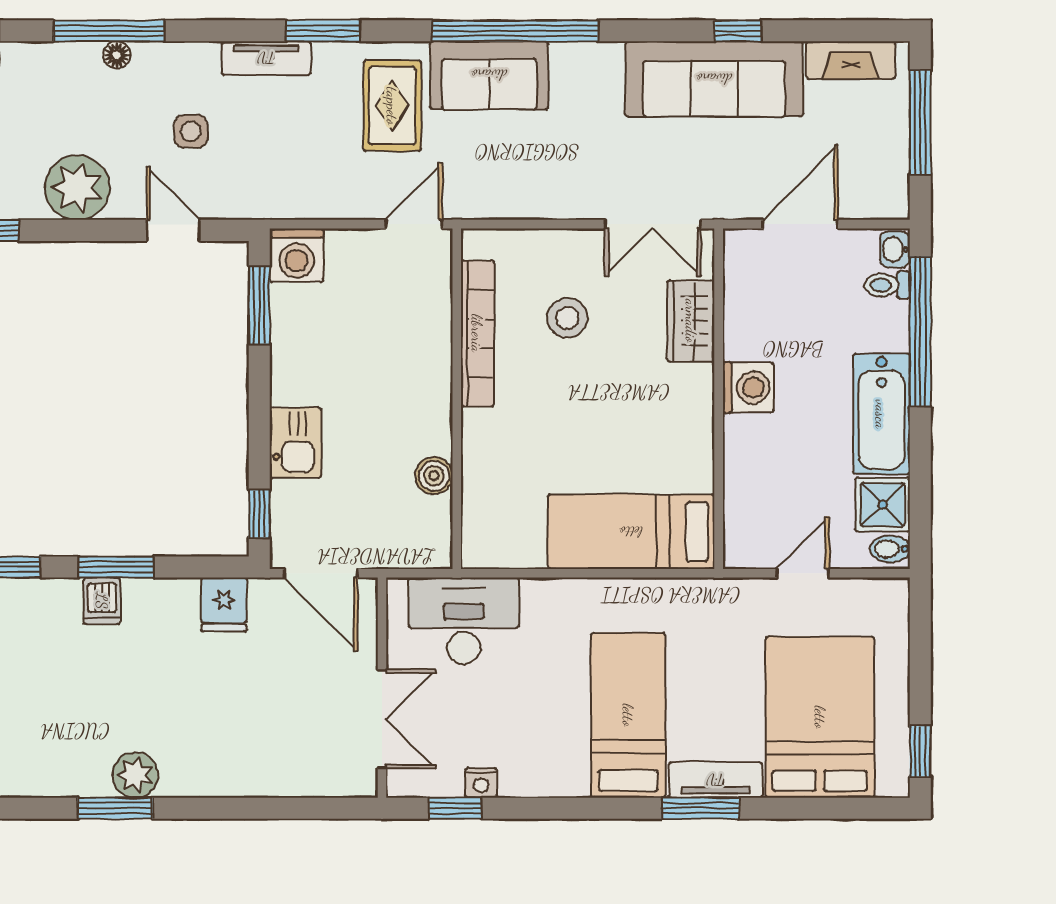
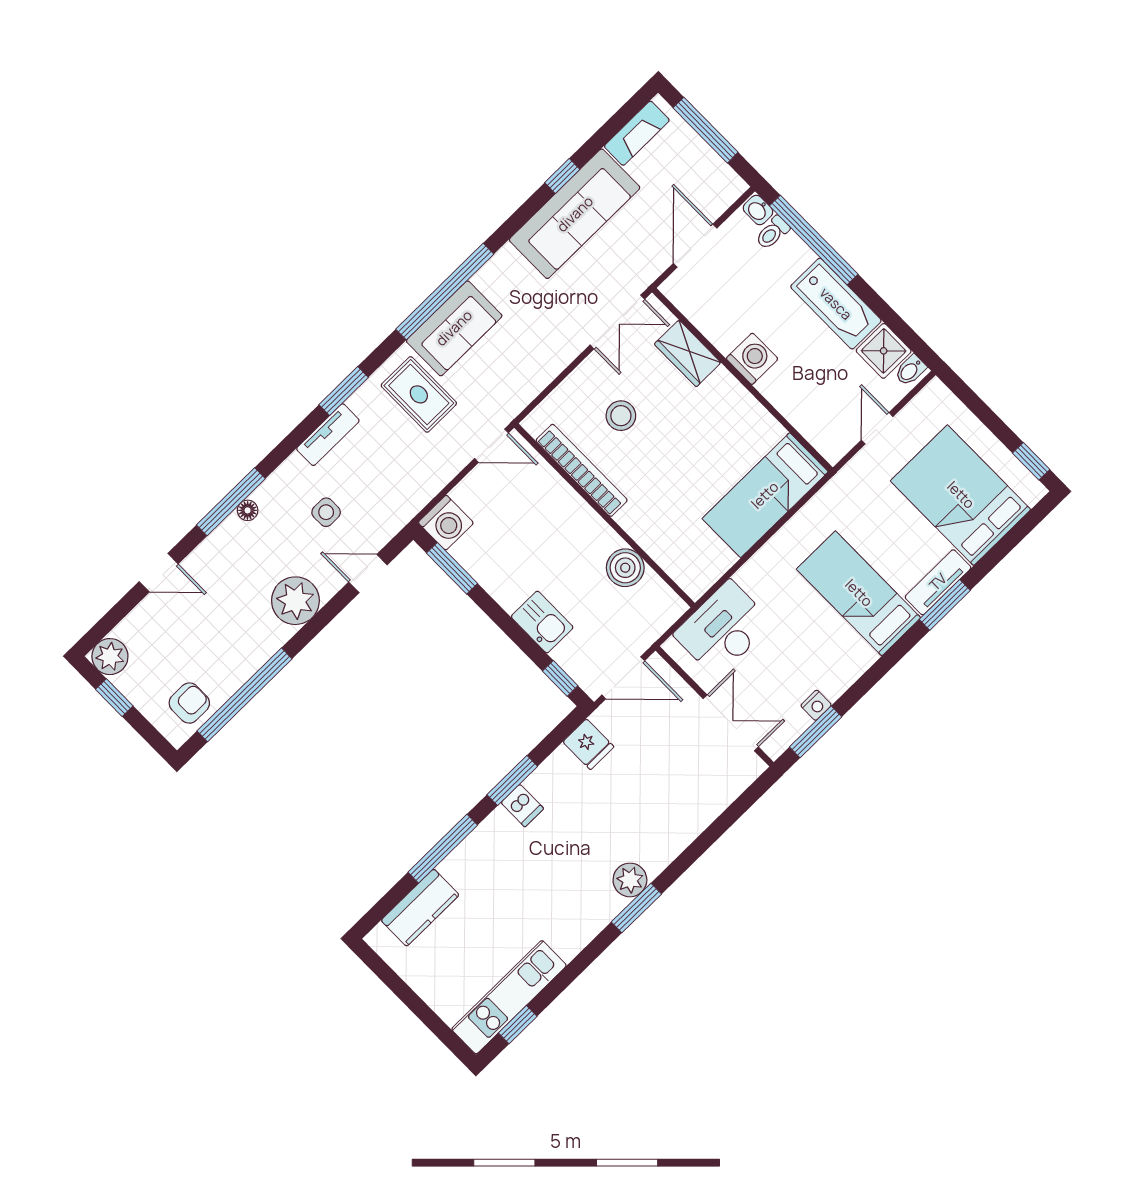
door: (414, 224) -> (492, 446), swing flipped
boiler: (434, 476) -> (625, 568), width x1.36, depth x1.36
window: (455, 808) -> (816, 732), width x1.50

